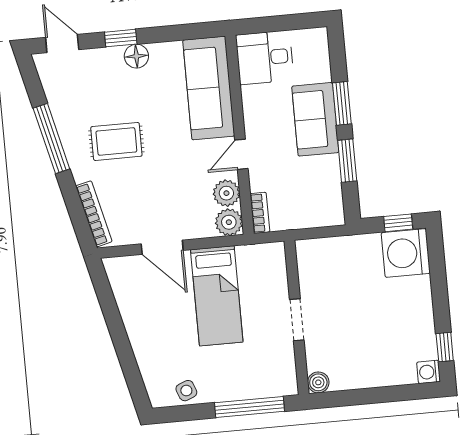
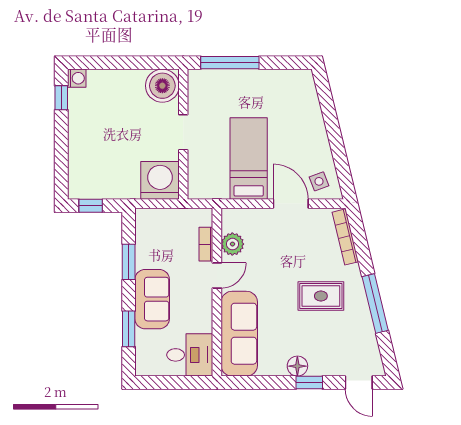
window: (342, 103) -> (129, 329), moved
bookcase: (260, 213) -> (206, 244), moved
plant: (229, 222) -> (233, 219), removed
washing machine: (406, 253) -> (160, 180), moved, turned -90
boiler: (318, 382) -> (162, 86), width x1.86, depth x1.86
side table: (186, 391) -> (319, 181), moved

